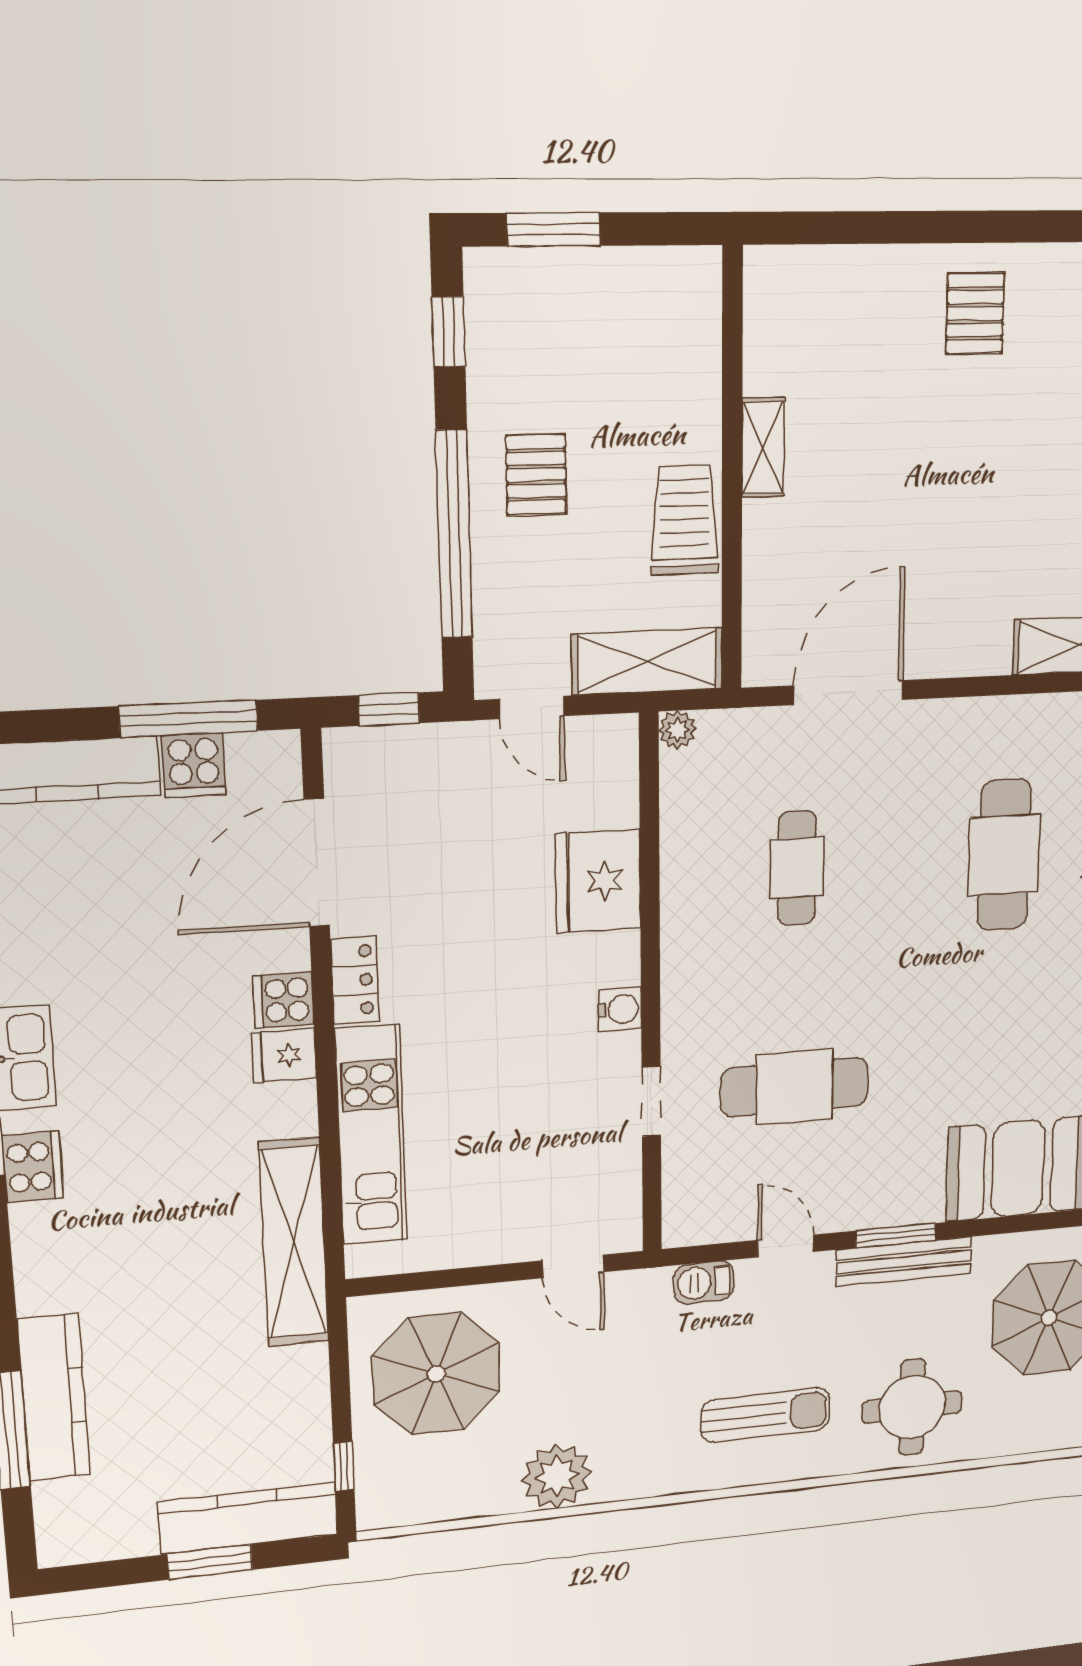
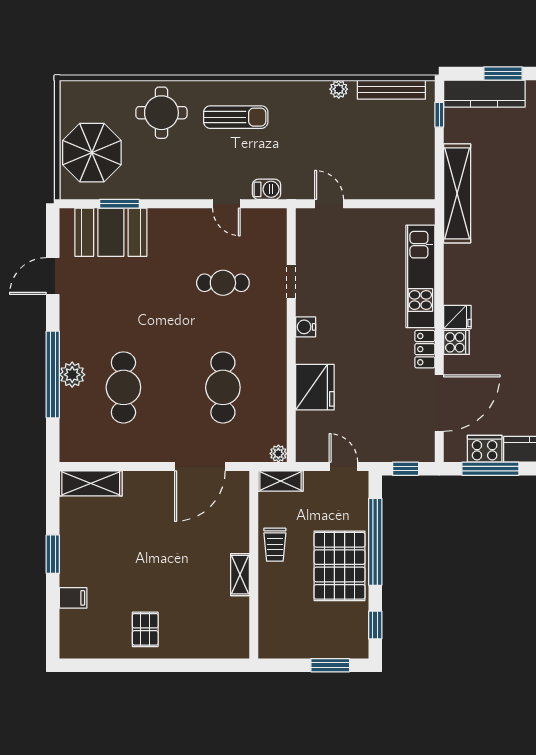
pallet: (536, 475) -> (340, 566), width x2.05, depth x2.00
trolley: (685, 520) -> (275, 545), width x0.73, depth x0.72
shelving: (647, 661) -> (281, 481), width x0.67, depth x0.75
cooker: (194, 765) -> (485, 449), width x1.36
cafe table: (797, 868) -> (223, 387), width x1.37, depth x1.35
cafe table: (795, 1087) -> (223, 283), width x0.73, depth x0.74
window: (896, 1235) -> (119, 204), moved
shelving: (294, 1242) -> (457, 193), moved
bench: (904, 1262) -> (391, 90), moved
parasol: (436, 1374) -> (395, 157), removed
sun lounger: (766, 1415) -> (236, 117), turned 180
plant: (557, 1476) -> (339, 89), width x0.53, depth x0.53

